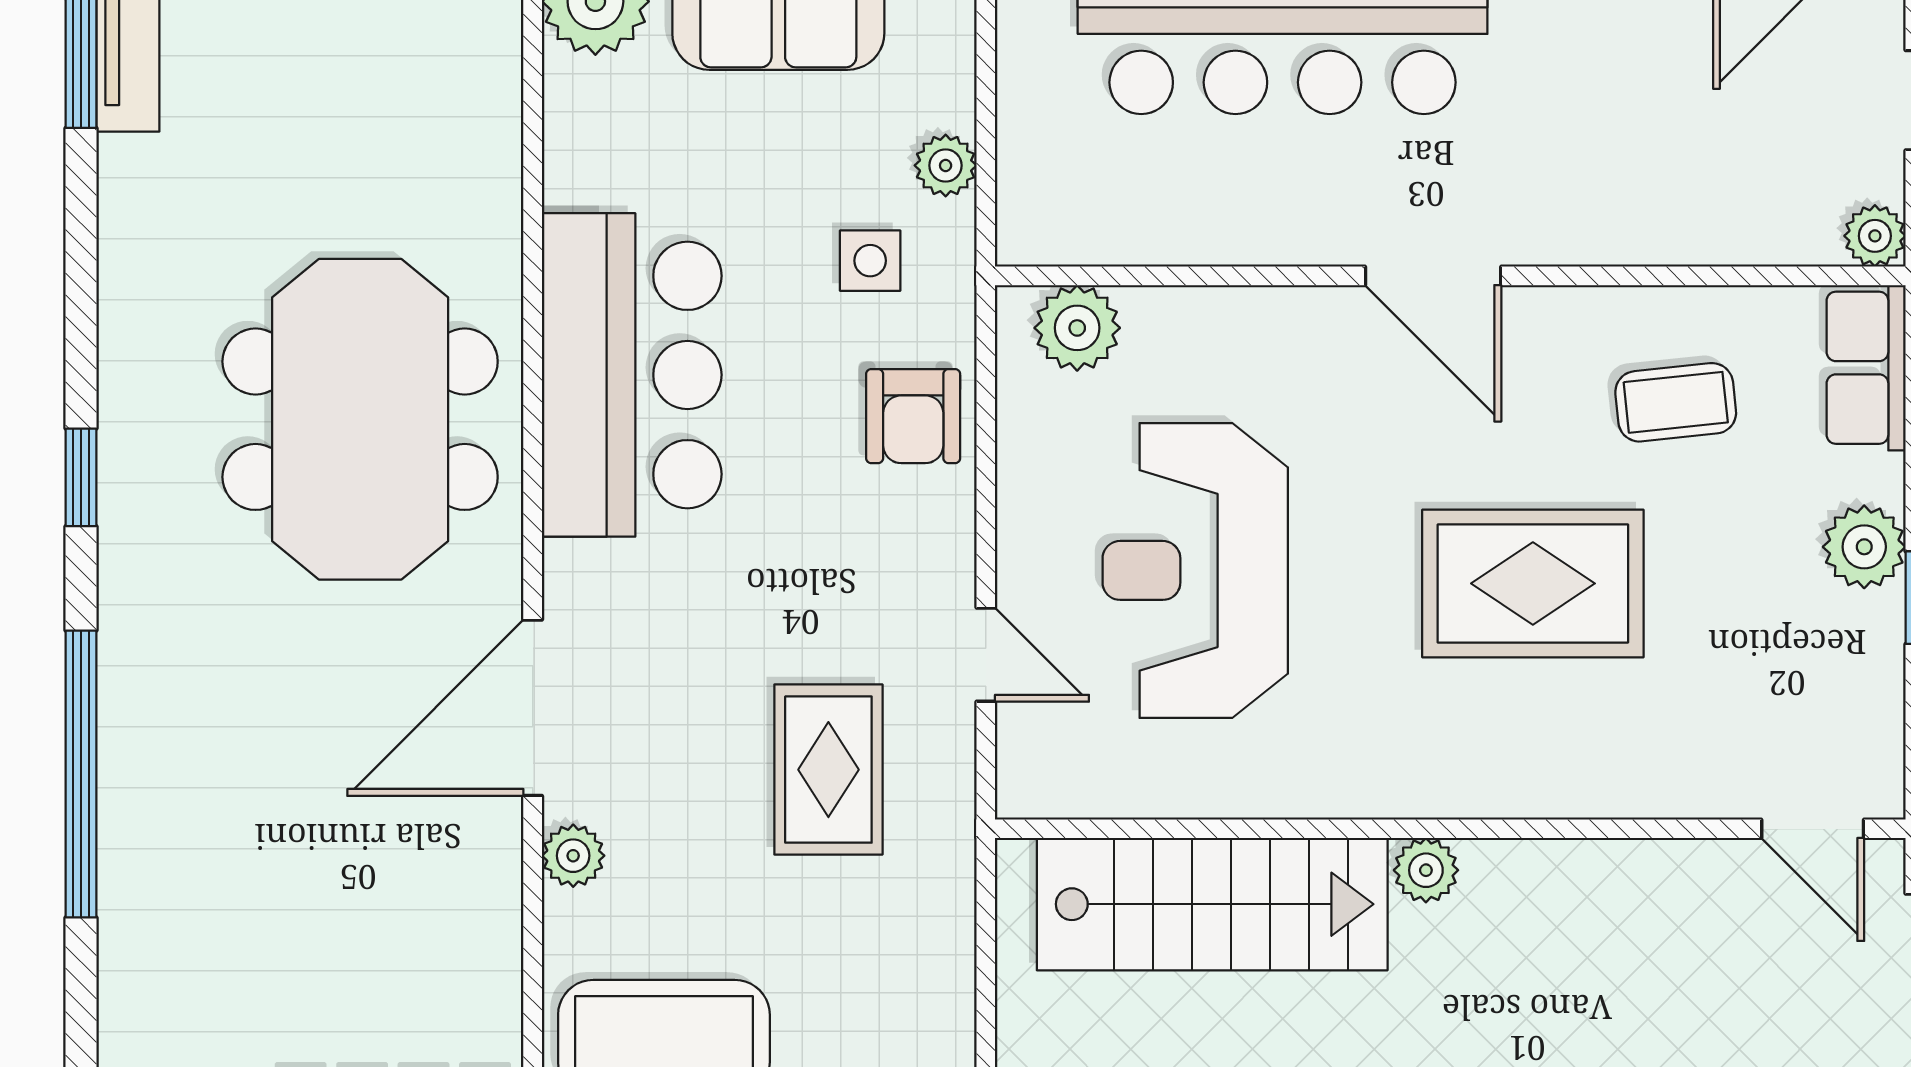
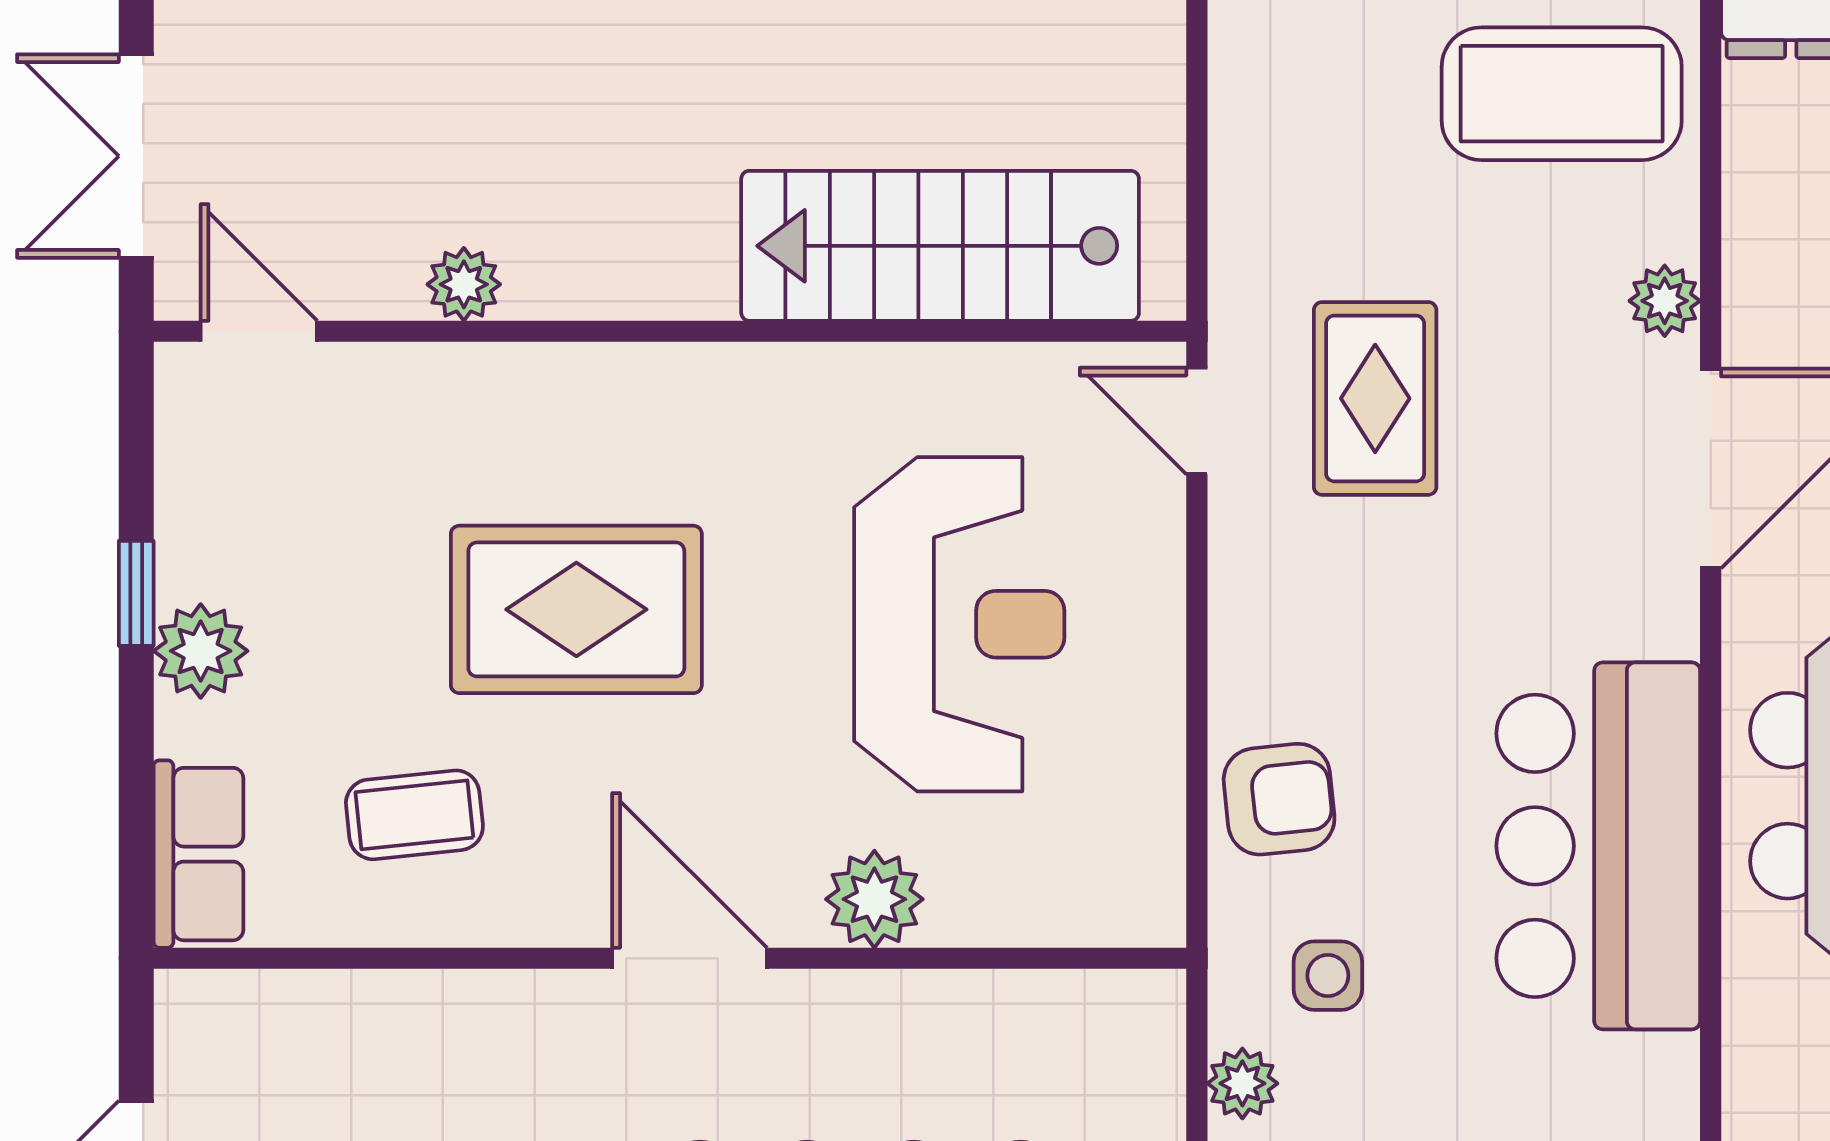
plant: (1875, 236) -> (189, 1004), removed
plant: (1077, 328) -> (874, 899), moved
armchair: (913, 416) -> (1279, 799), turned 84
door: (986, 655) -> (1197, 421), moved
plant: (1426, 870) -> (464, 284), moved

